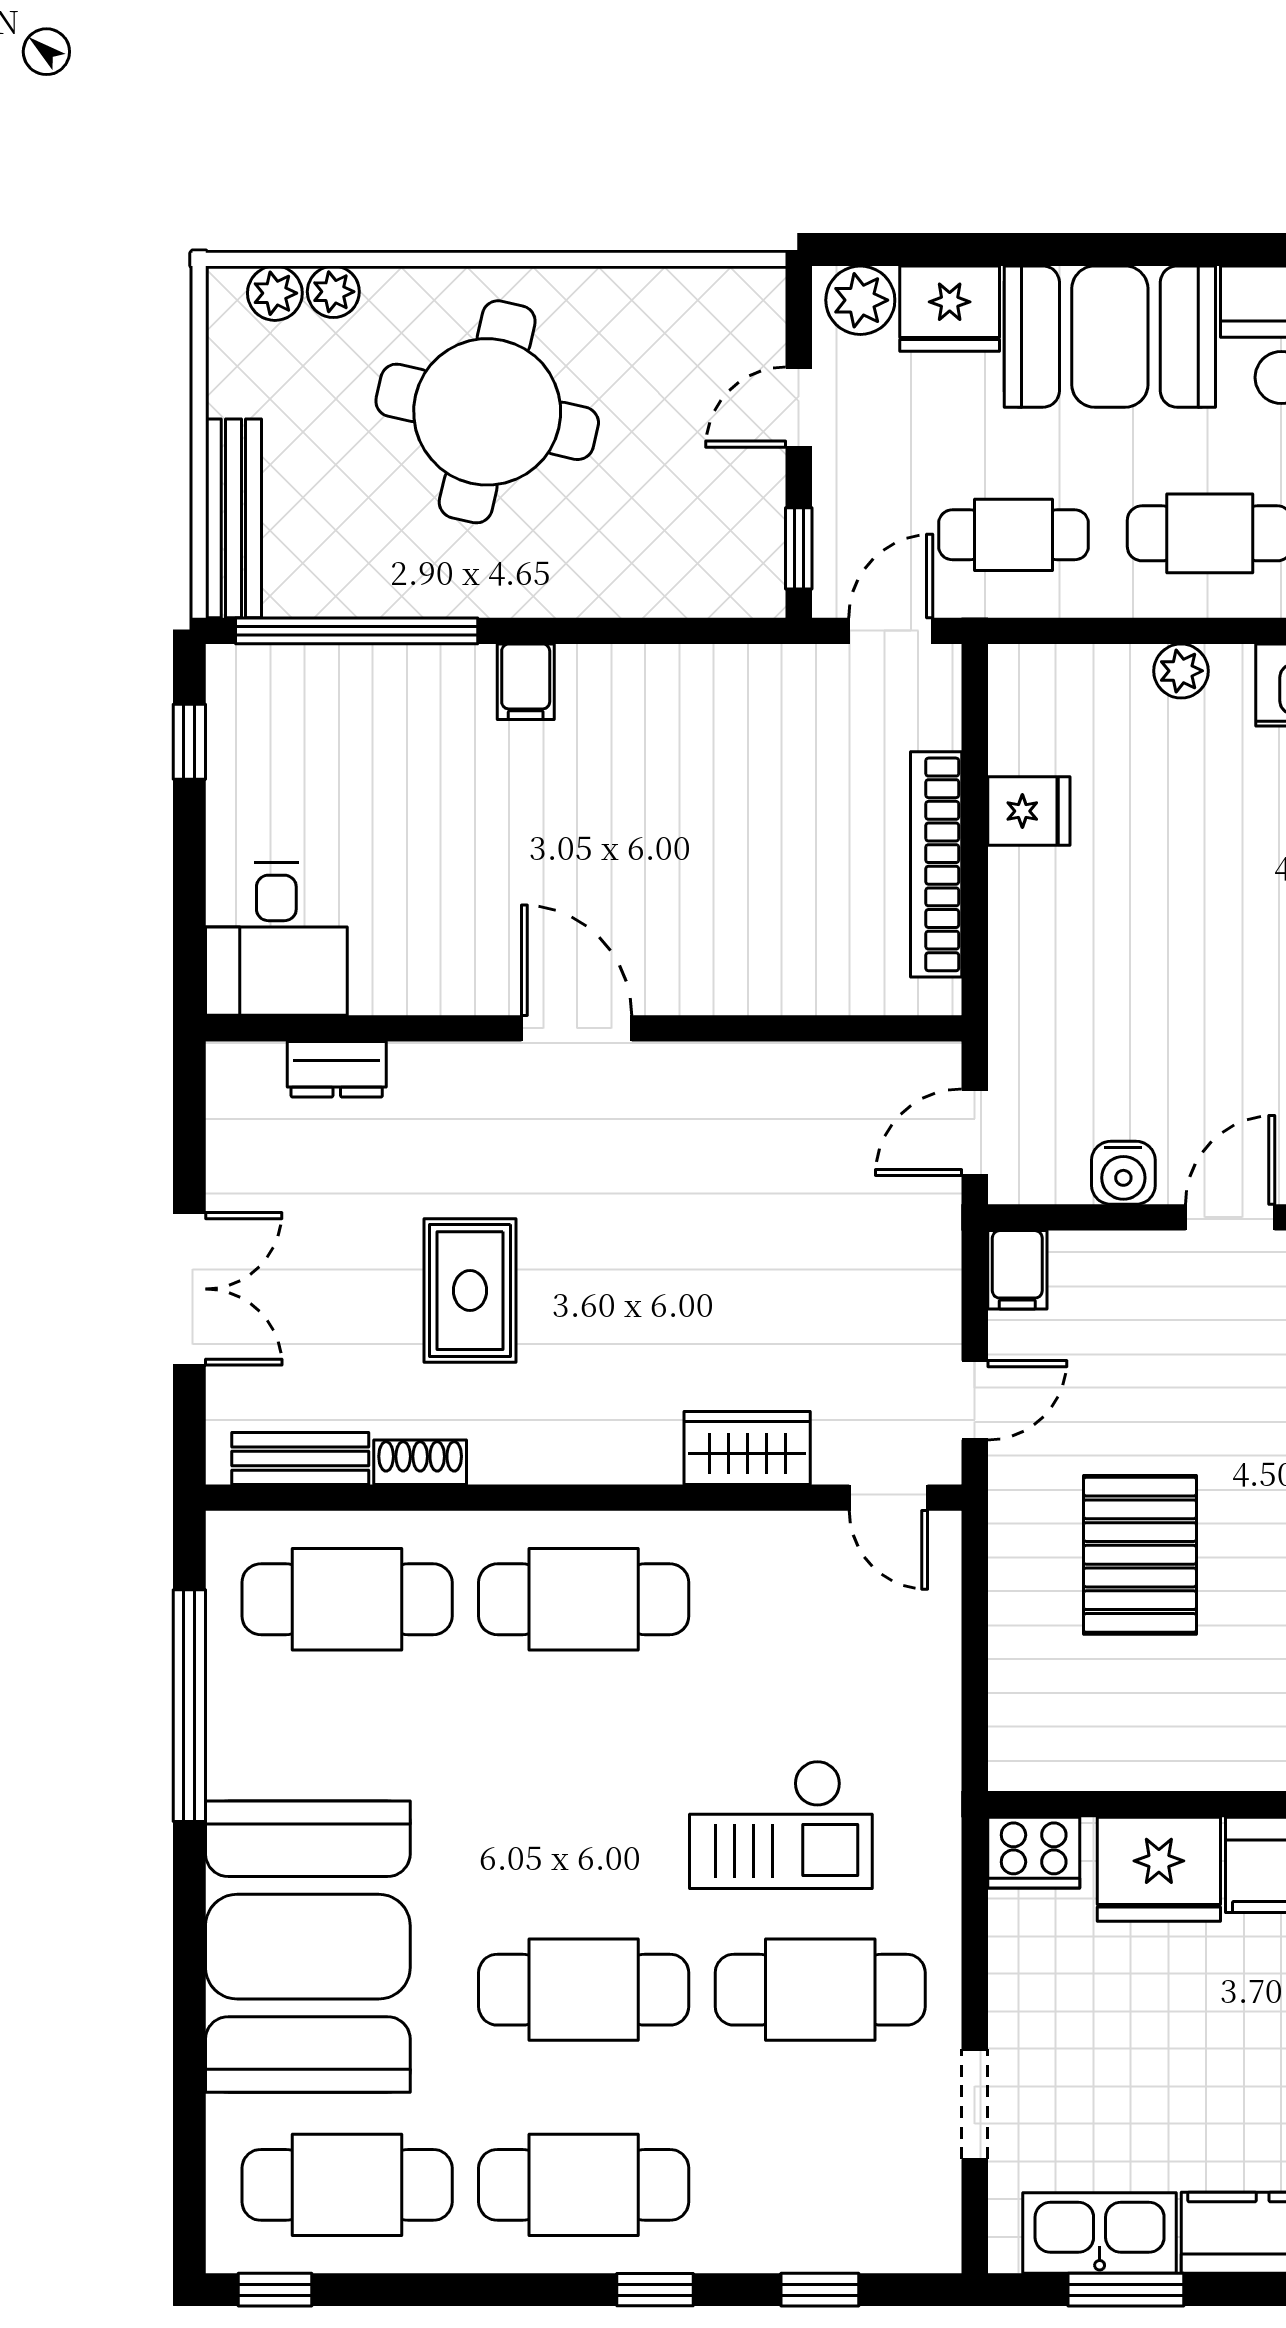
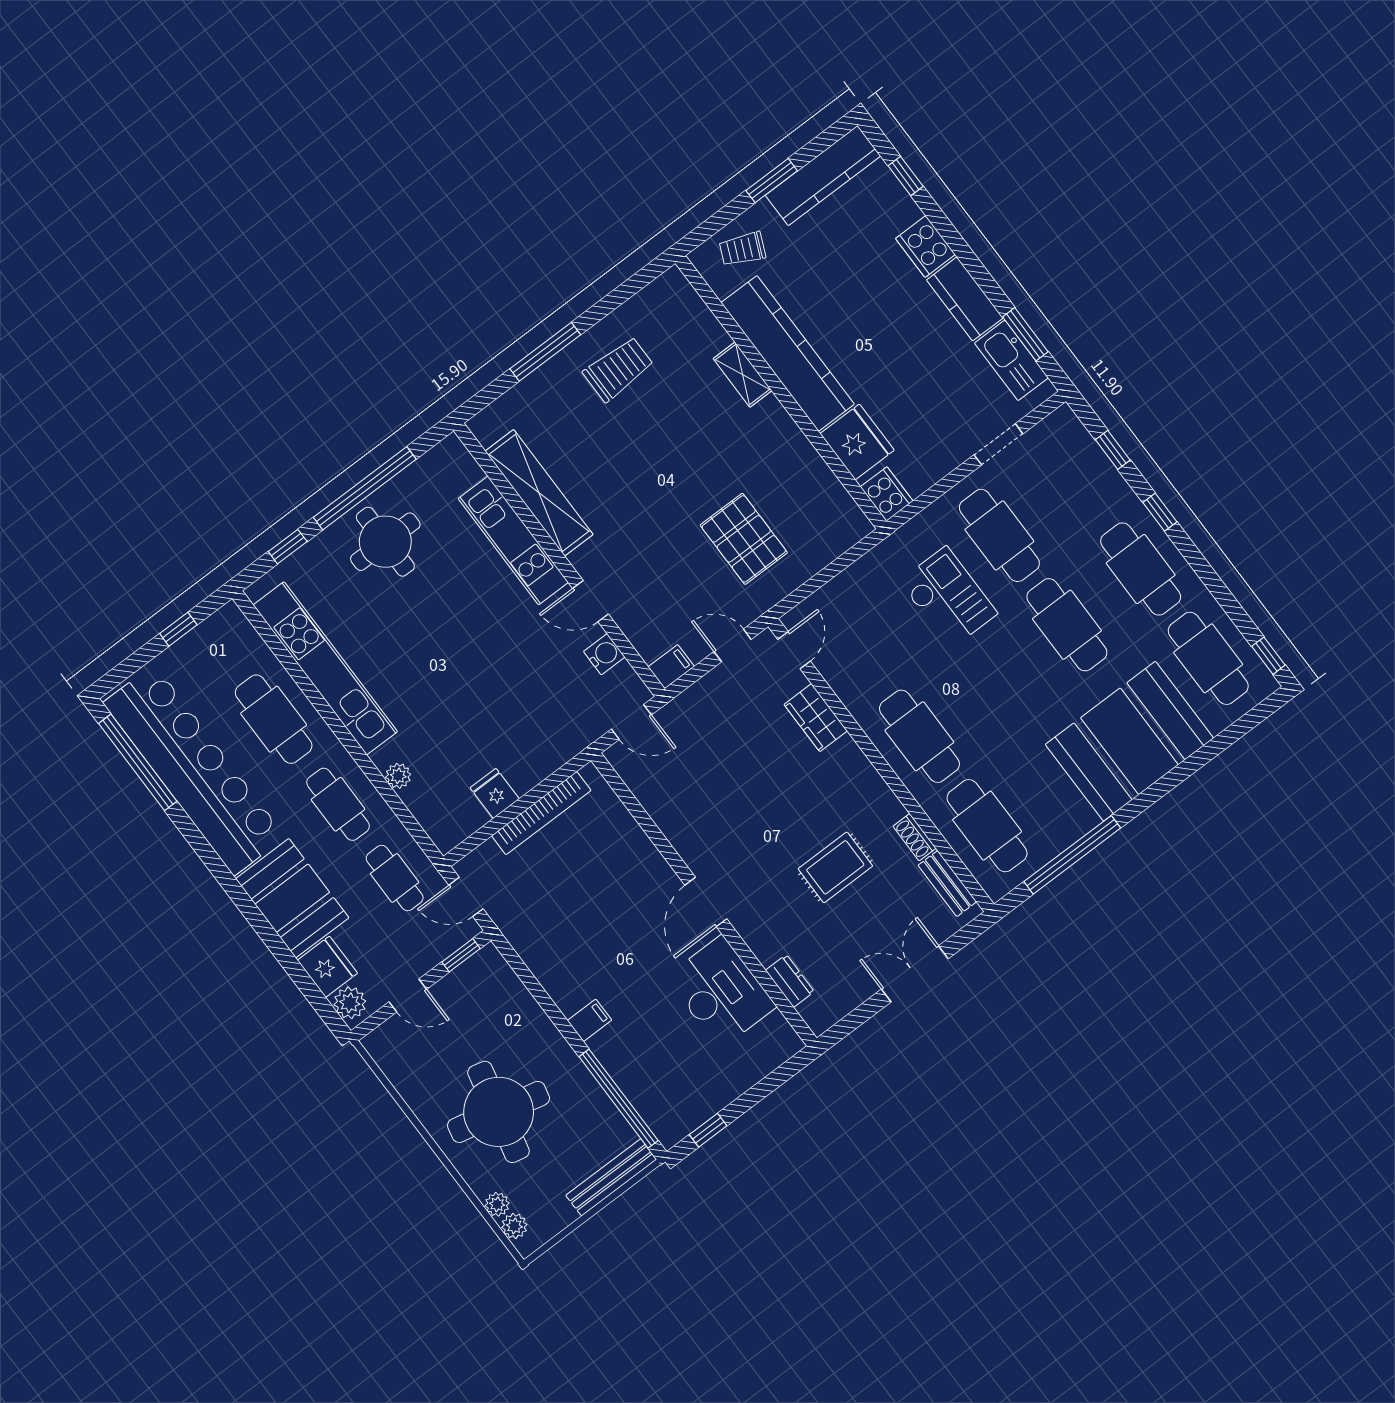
desk: (276, 939) -> (721, 992), moved, width x1.37
pallet: (1140, 1555) -> (744, 539), turned 90

